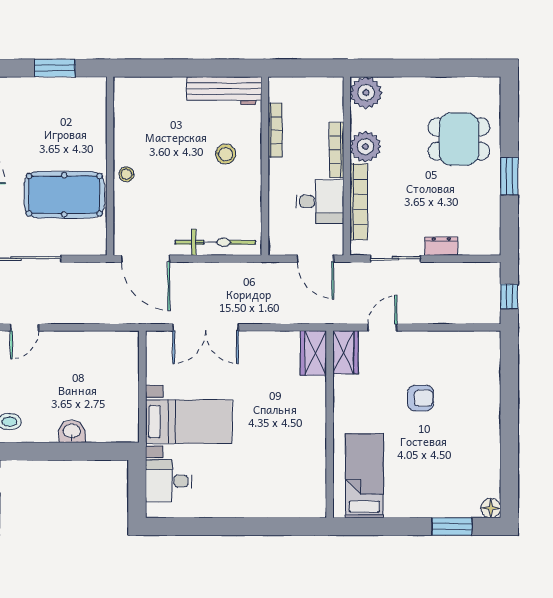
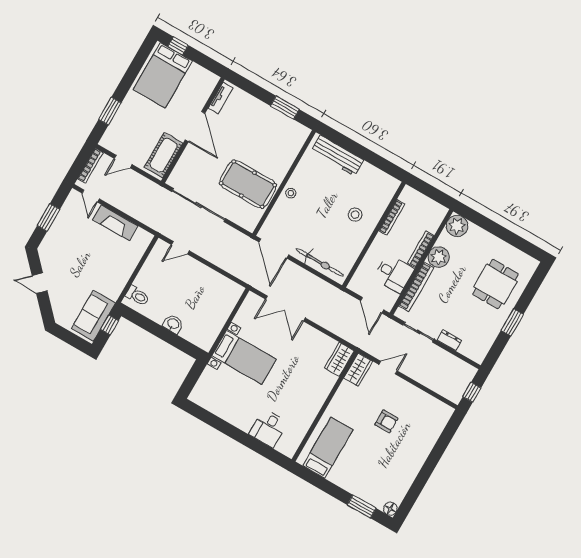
workbench: (224, 91) -> (337, 155), moved
dining table: (459, 139) -> (495, 284), turned 90
desk: (168, 481) -> (268, 428), moved, turned -90

